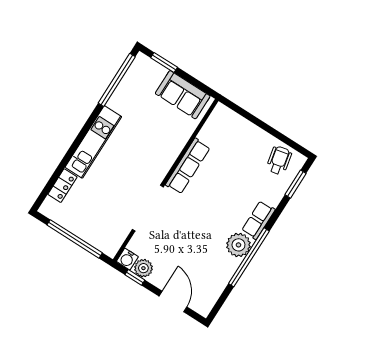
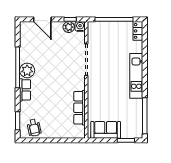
row of seats: (188, 166) -> (79, 108), moved
locker: (62, 186) -> (138, 31), moved

